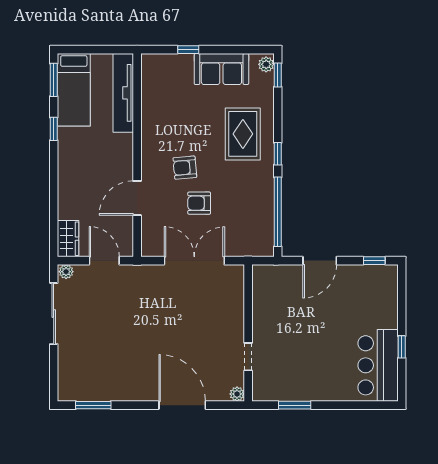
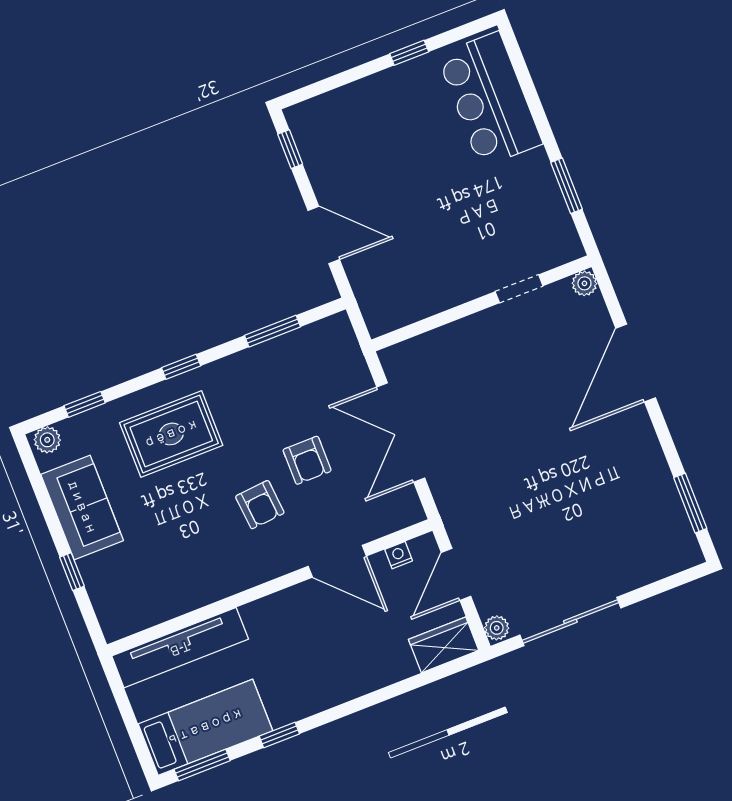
window: (278, 75) -> (85, 404), moved
window: (278, 212) -> (272, 331), width x0.47
nightstand: (127, 233) -> (399, 555), added
bar counter: (378, 365) -> (490, 99), moved, turned 90

